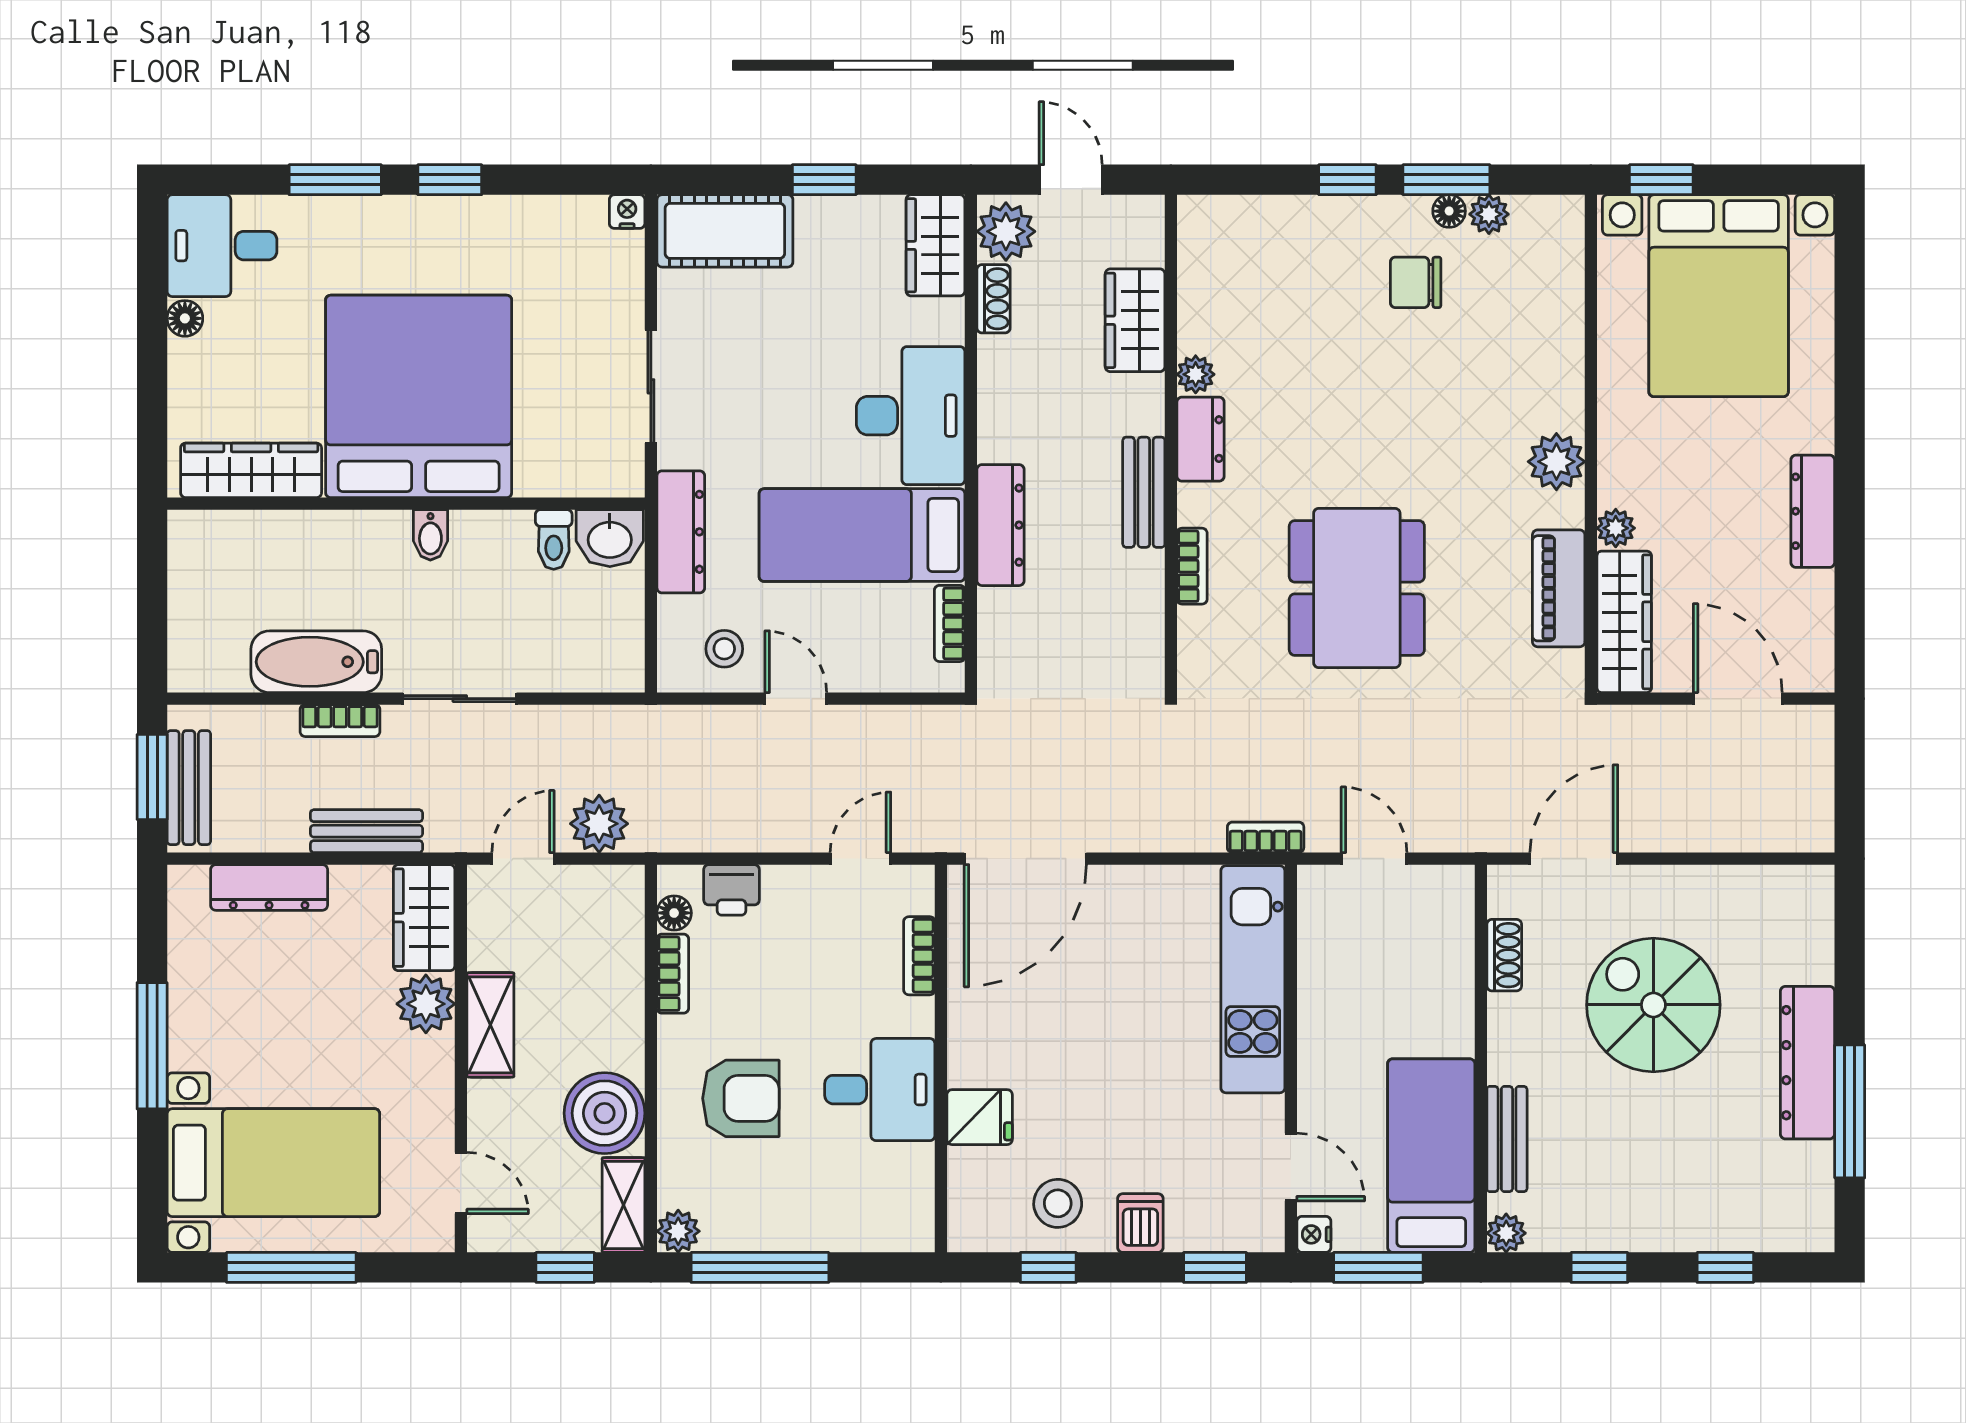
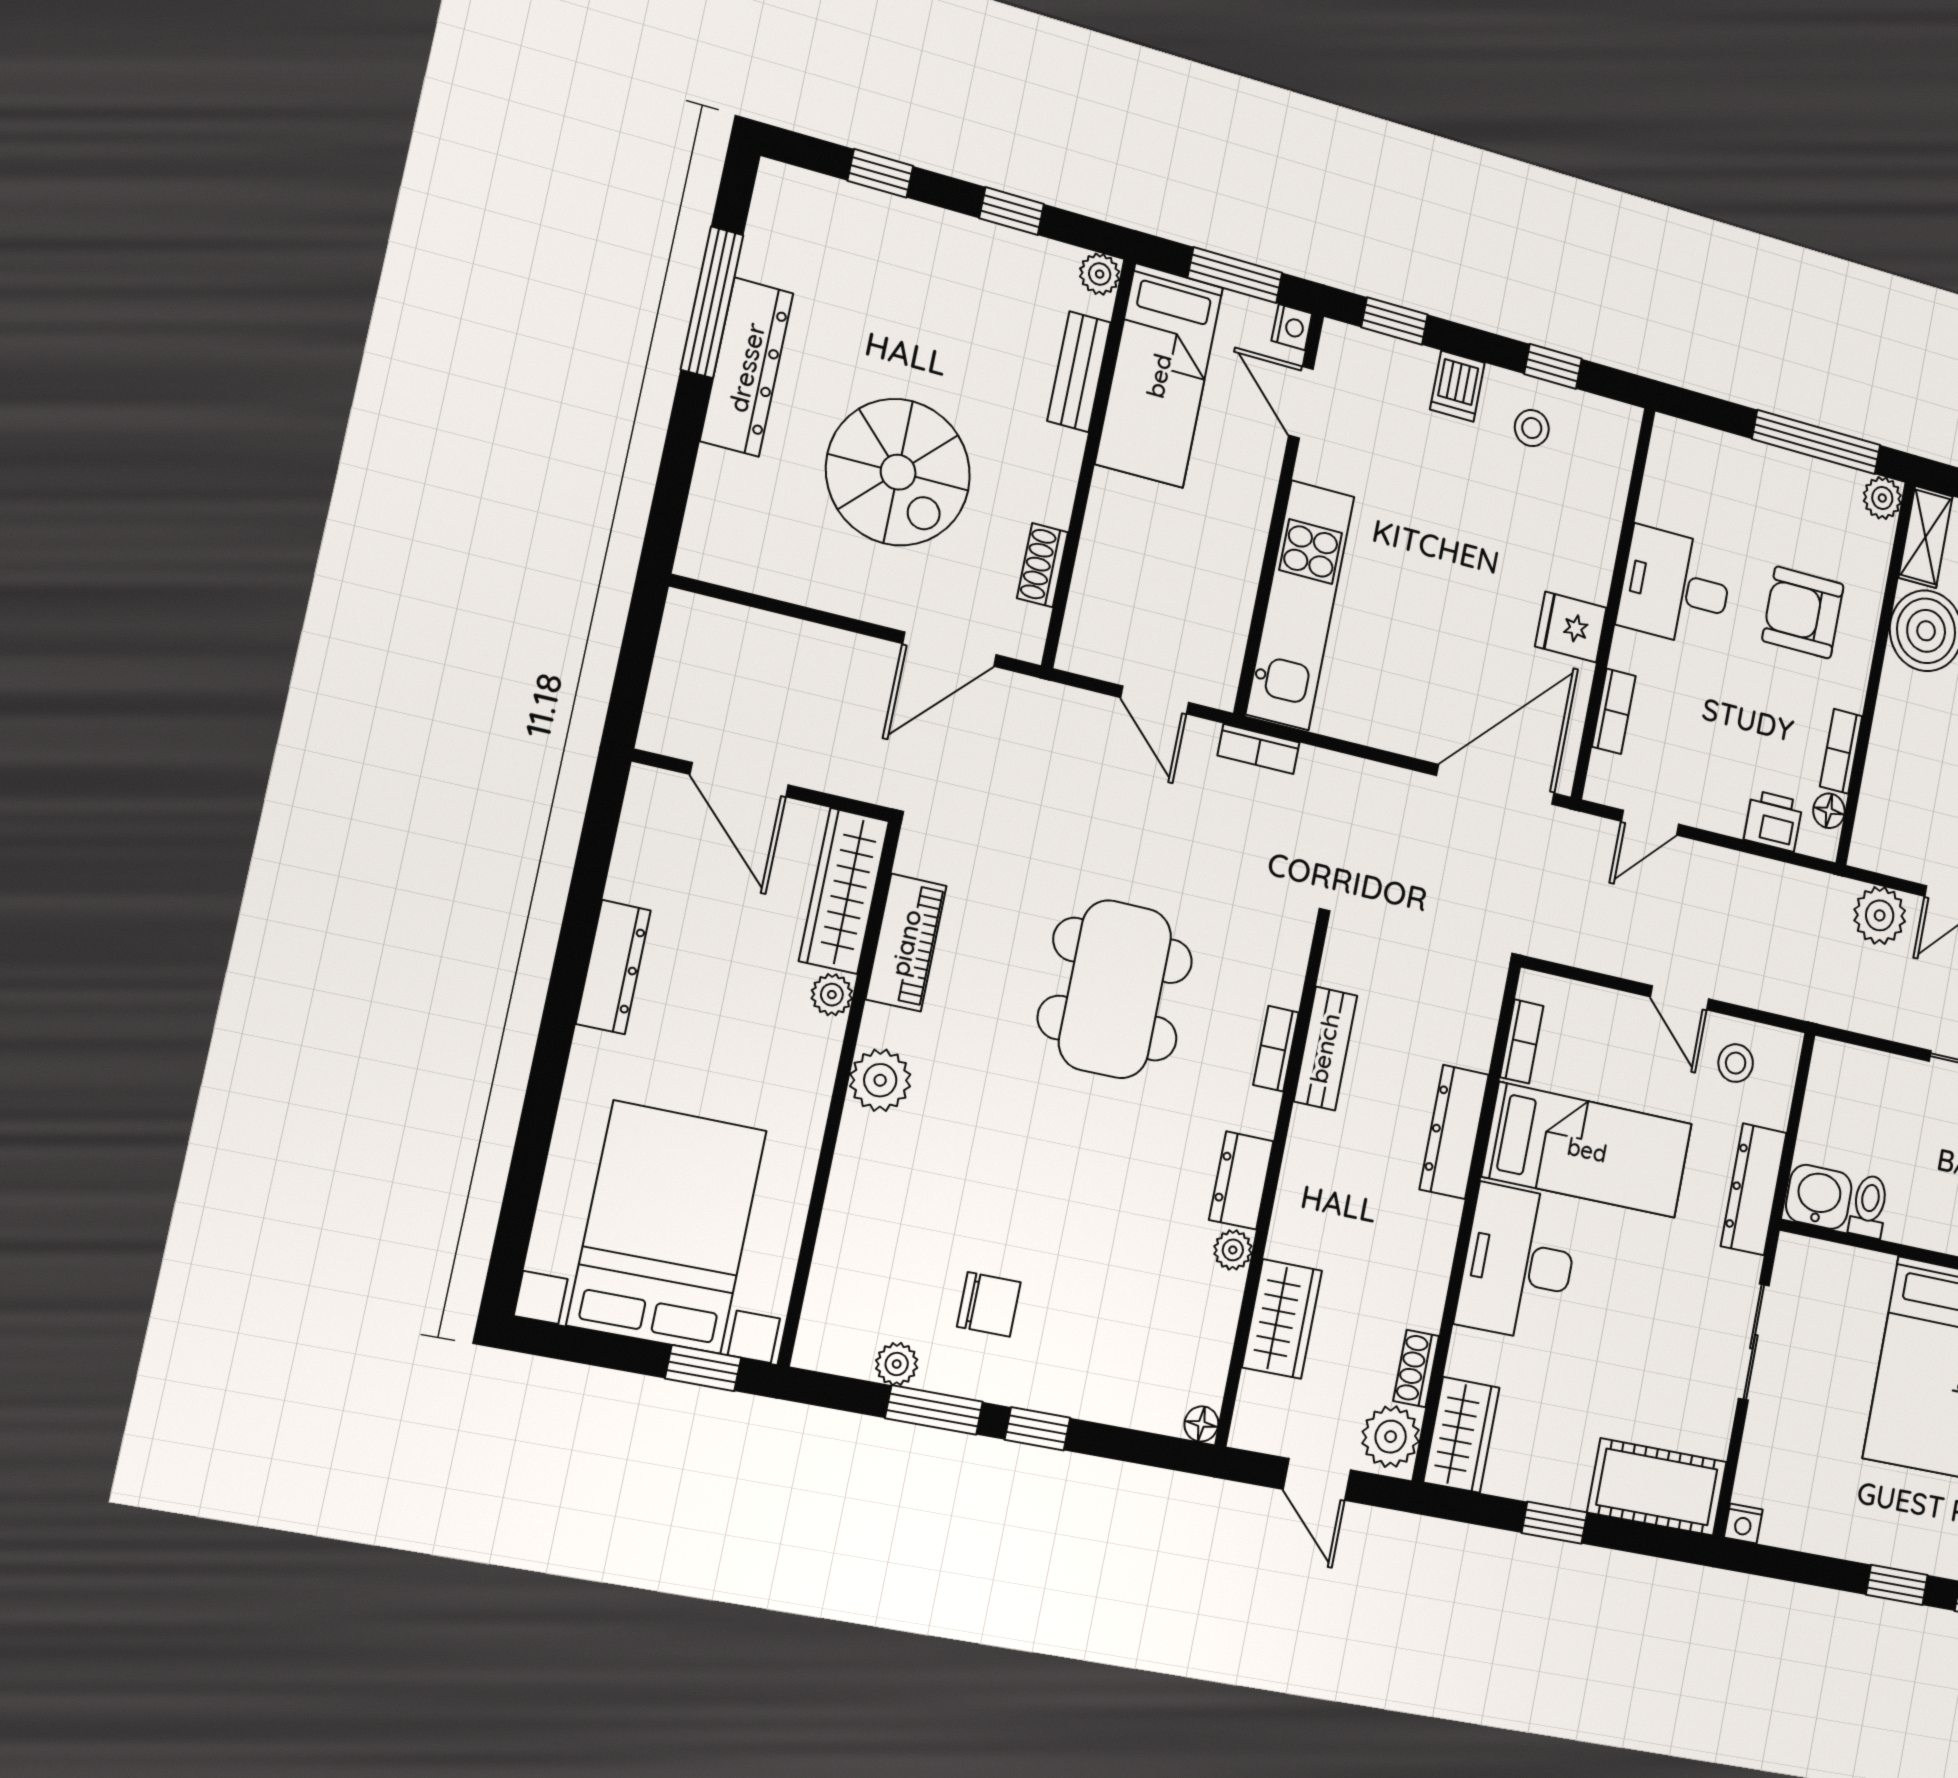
floor lamp: (1449, 211) -> (1201, 1424), moved
bench: (1144, 492) -> (1325, 1048), moved
fridge: (980, 1117) -> (1571, 627), moved
stool: (1058, 1203) -> (1532, 428), width x0.73, depth x0.73

